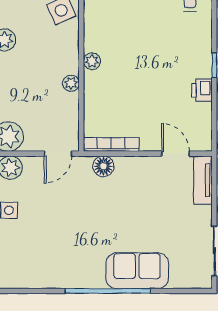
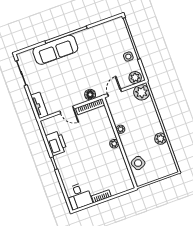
printer: (202, 90) -> (56, 143), width x1.87, depth x1.48
door: (176, 154) -> (67, 110), moved
sofa: (137, 271) -> (55, 50), width x1.36

